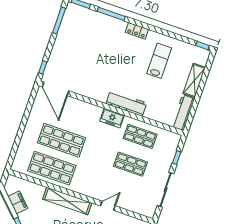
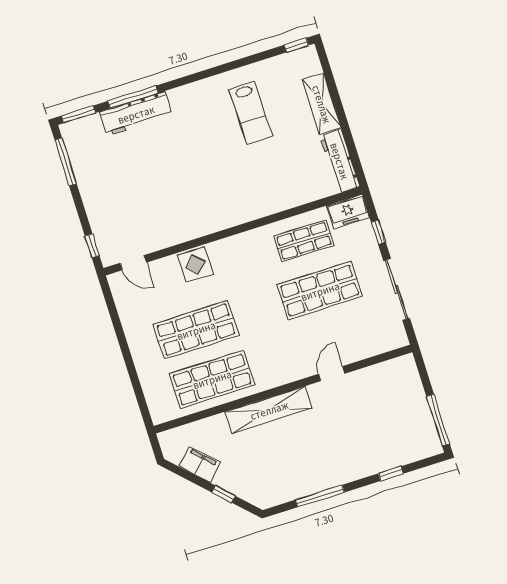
locker: (137, 31) -> (187, 94), removed
lab bench: (159, 61) -> (251, 113), turned 180
door: (56, 89) -> (133, 263), width x0.53
workbench: (126, 103) -> (136, 114), moved, turned 180
display table: (83, 111) -> (195, 264), added
freezer: (112, 118) -> (348, 212), moved
shop shelf: (130, 164) -> (320, 291), width x1.43, depth x1.36

